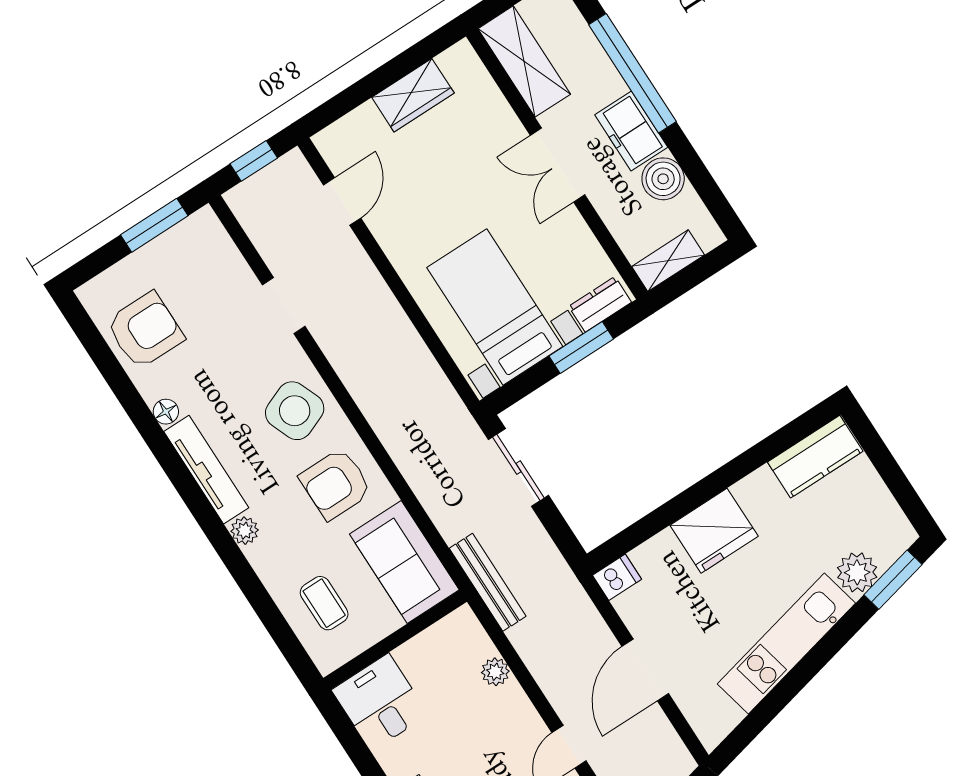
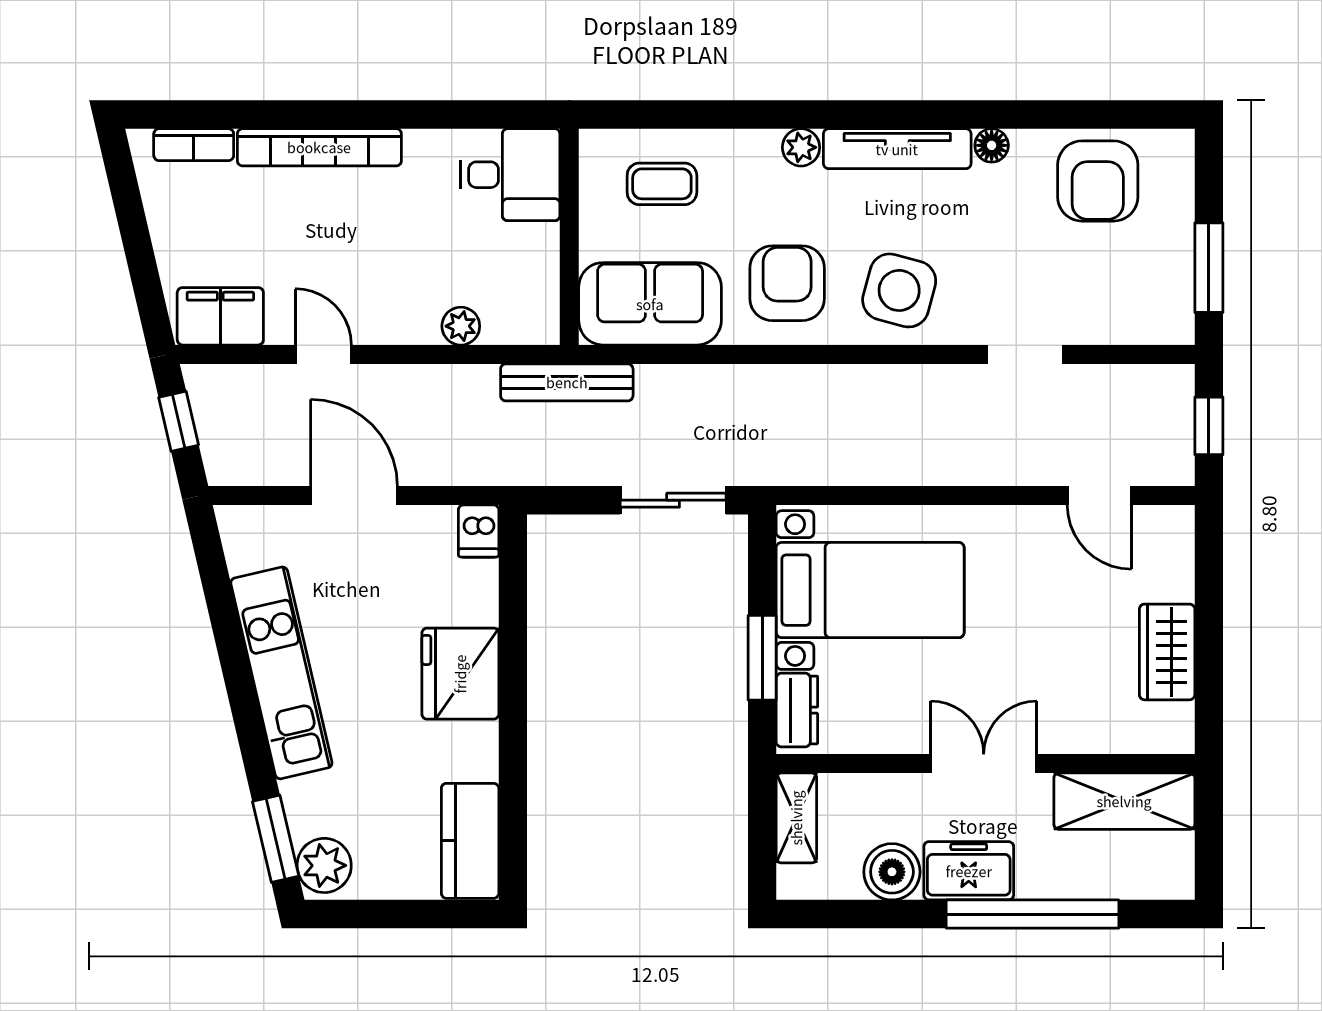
side table: (295, 411) -> (899, 290), turned 37
plant: (857, 572) -> (324, 865), moved

